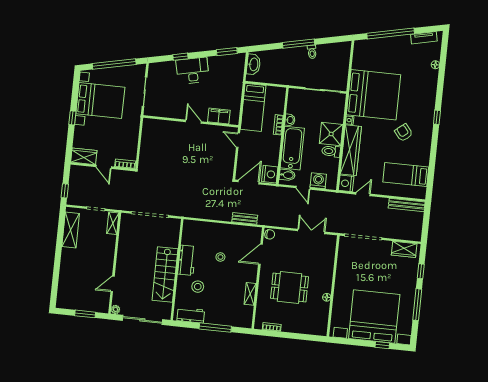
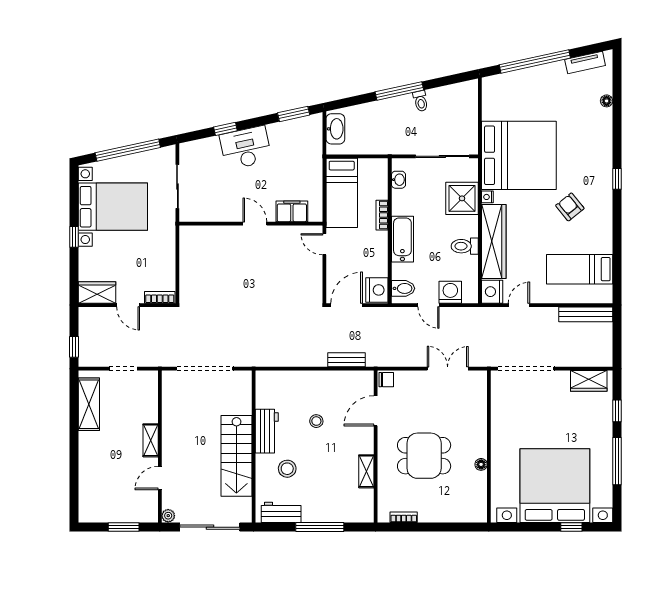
washbasin: (290, 120) -> (398, 180), moved
shower: (331, 134) -> (462, 198), moved
bathtub: (292, 148) -> (402, 239), width x0.73, depth x0.73
shelving: (113, 223) -> (151, 440), moved

